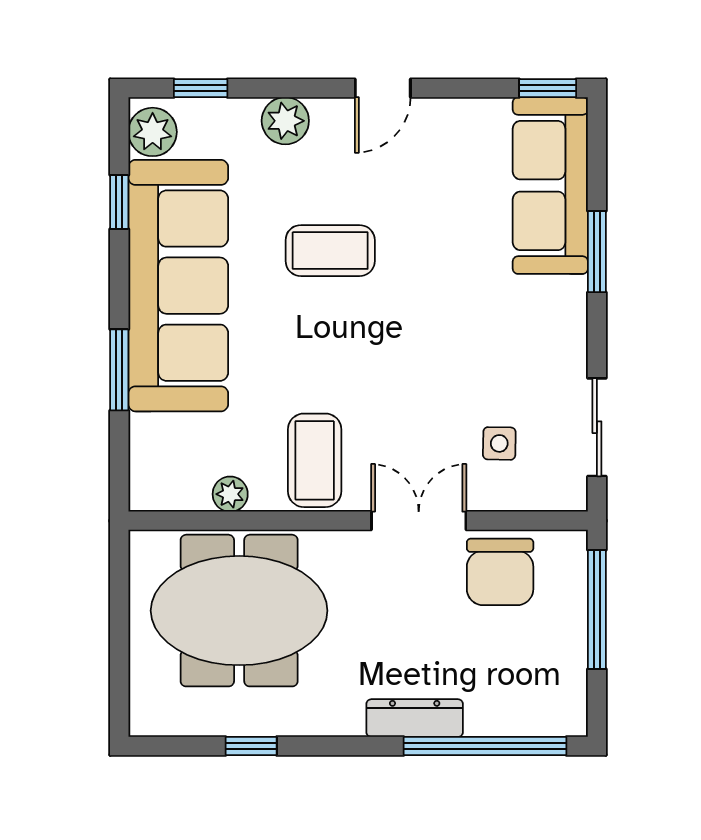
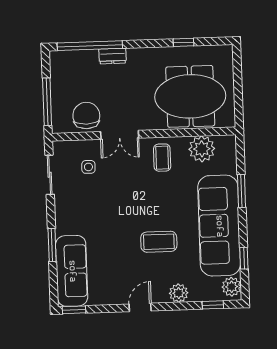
coffee table: (315, 460) -> (162, 158), width x0.73, depth x0.77
plant: (230, 494) -> (202, 149), width x1.88, depth x1.88
dresser: (415, 718) -> (113, 56), width x0.70

